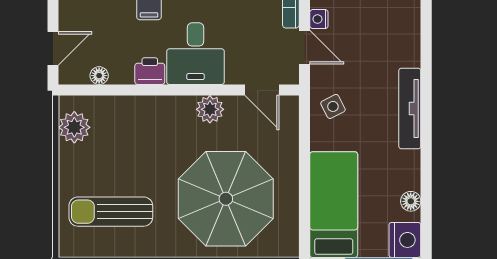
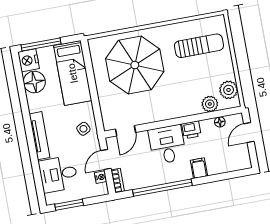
desk: (390, 37) -> (58, 174), added
door: (304, 47) -> (106, 160), hinge flipped
door: (262, 90) -> (126, 131), swing flipped
plant: (210, 109) -> (210, 104), moved
floor lamp: (411, 201) -> (34, 82), width x1.89, depth x1.89

